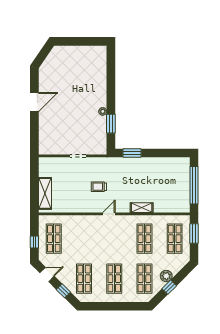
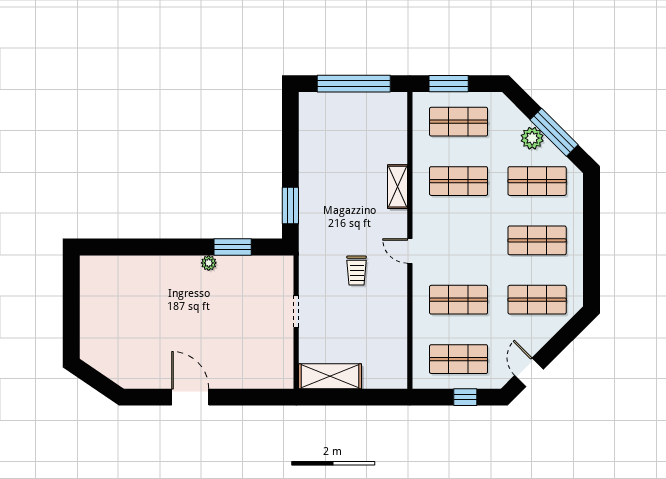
shelving: (45, 193) -> (330, 376), moved
shop shelf: (84, 239) -> (459, 300), added
window: (169, 287) -> (554, 132), width x2.17
window: (63, 291) -> (561, 340), removed

